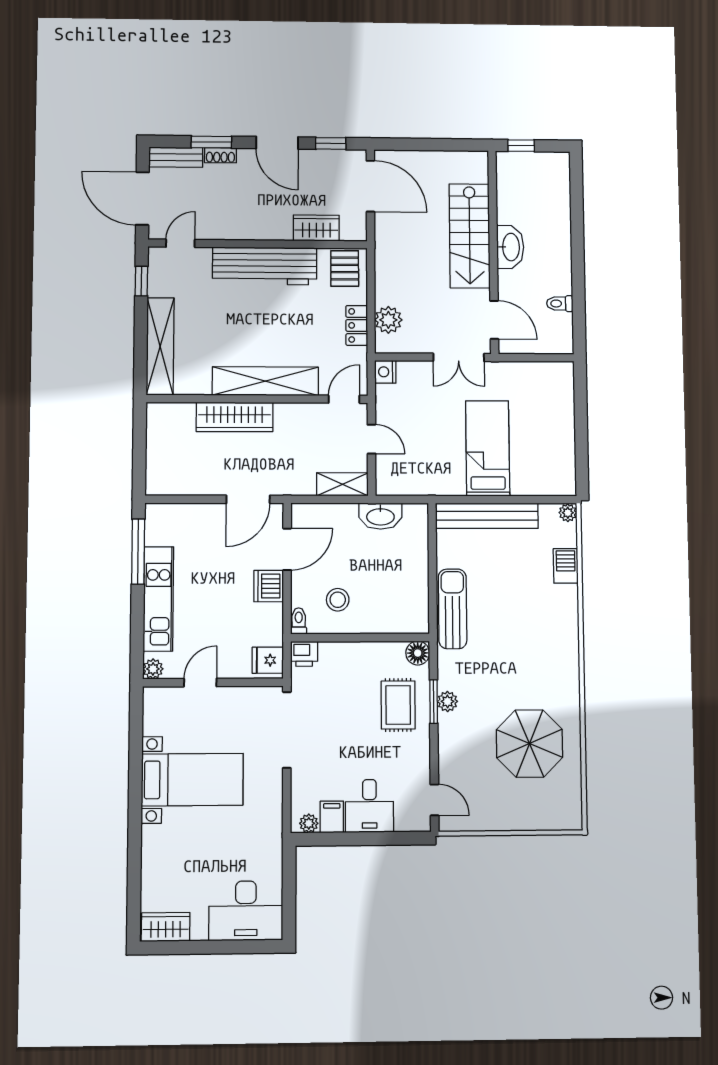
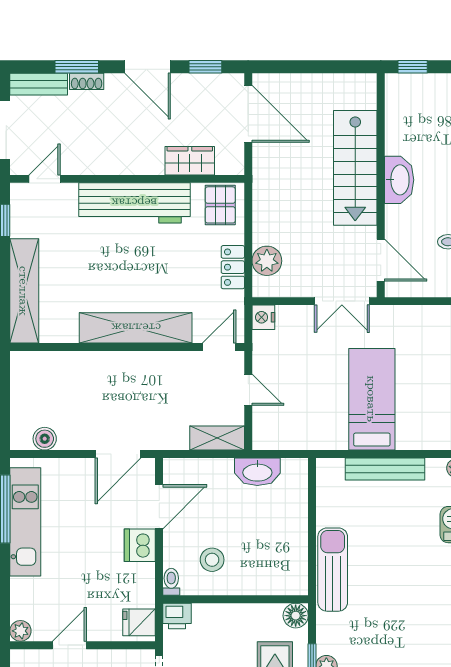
wardrobe: (235, 417) -> (103, 366), removed
boiler: (178, 485) -> (45, 439), added
bench: (487, 516) -> (385, 469), width x0.73, depth x0.82
kitchen unit: (158, 599) -> (25, 522), moved

